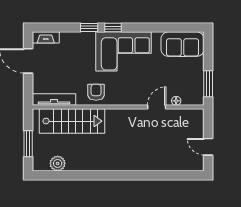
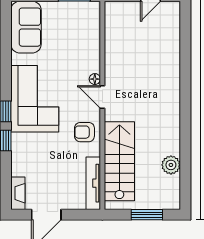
floor lamp: (176, 101) -> (95, 79), moved
door: (157, 107) -> (102, 97), moved
plant: (58, 163) -> (171, 165), moved

